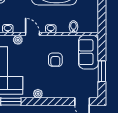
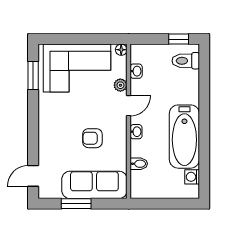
sofa: (88, 52) -> (94, 185), width x1.36
plant: (38, 94) -> (44, 114), removed

